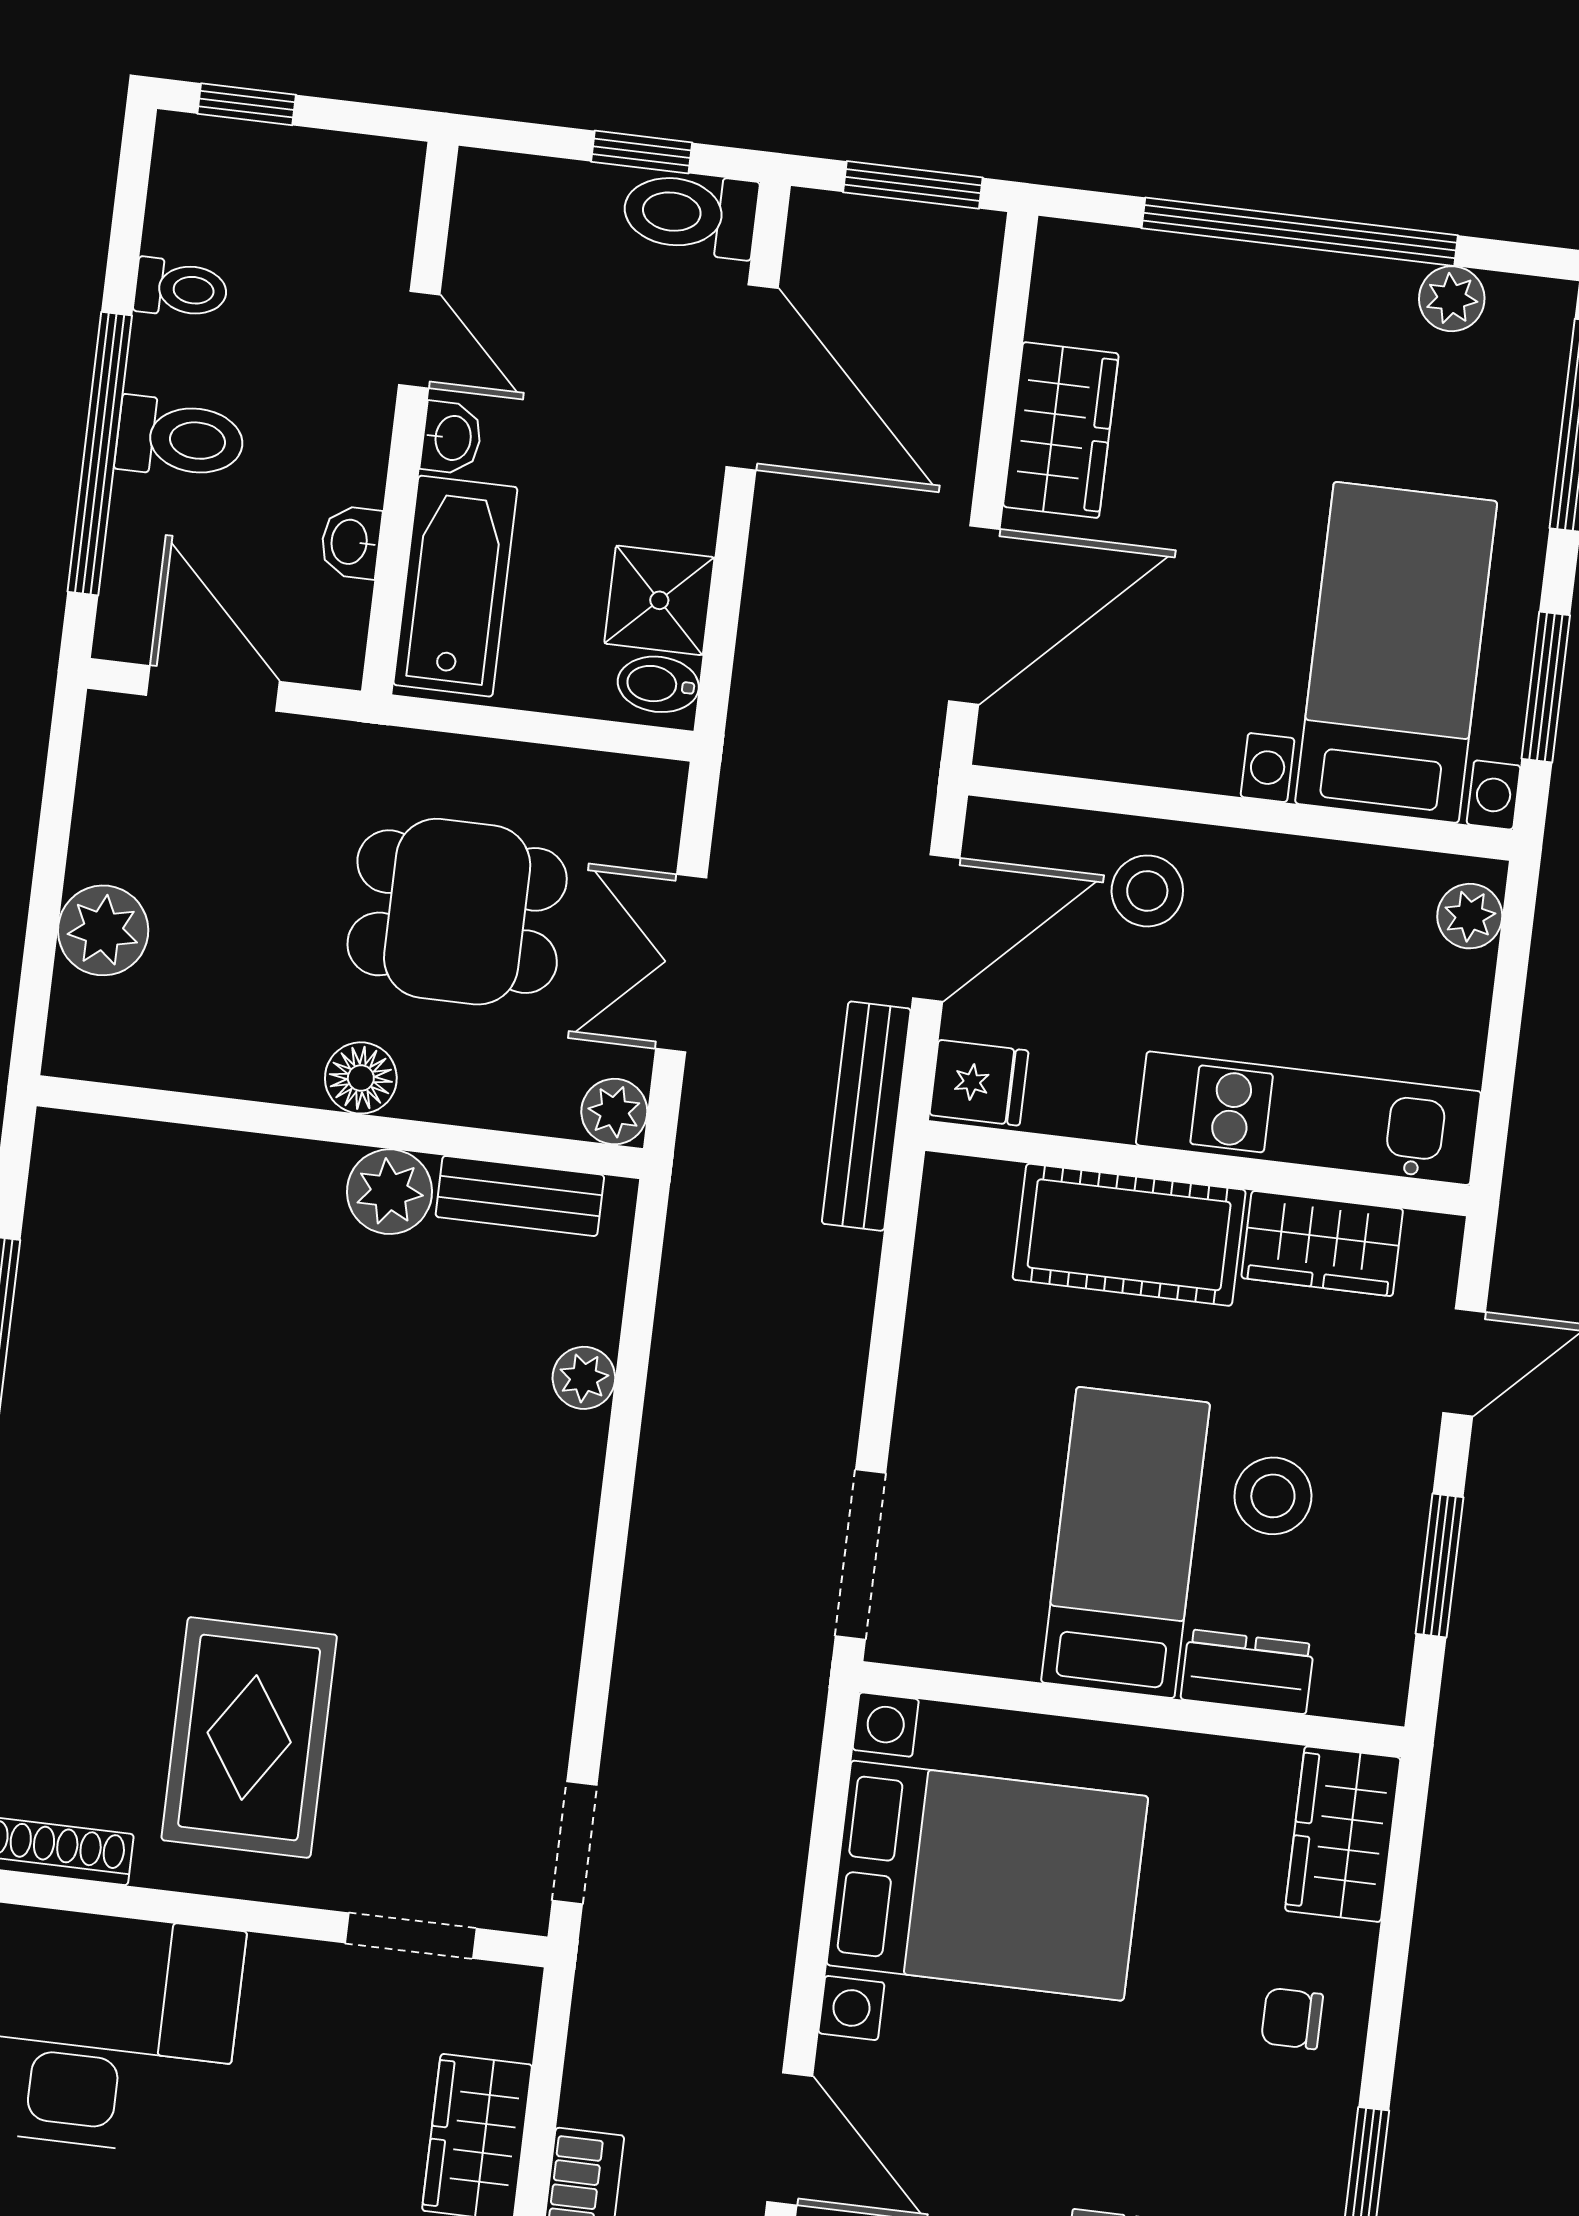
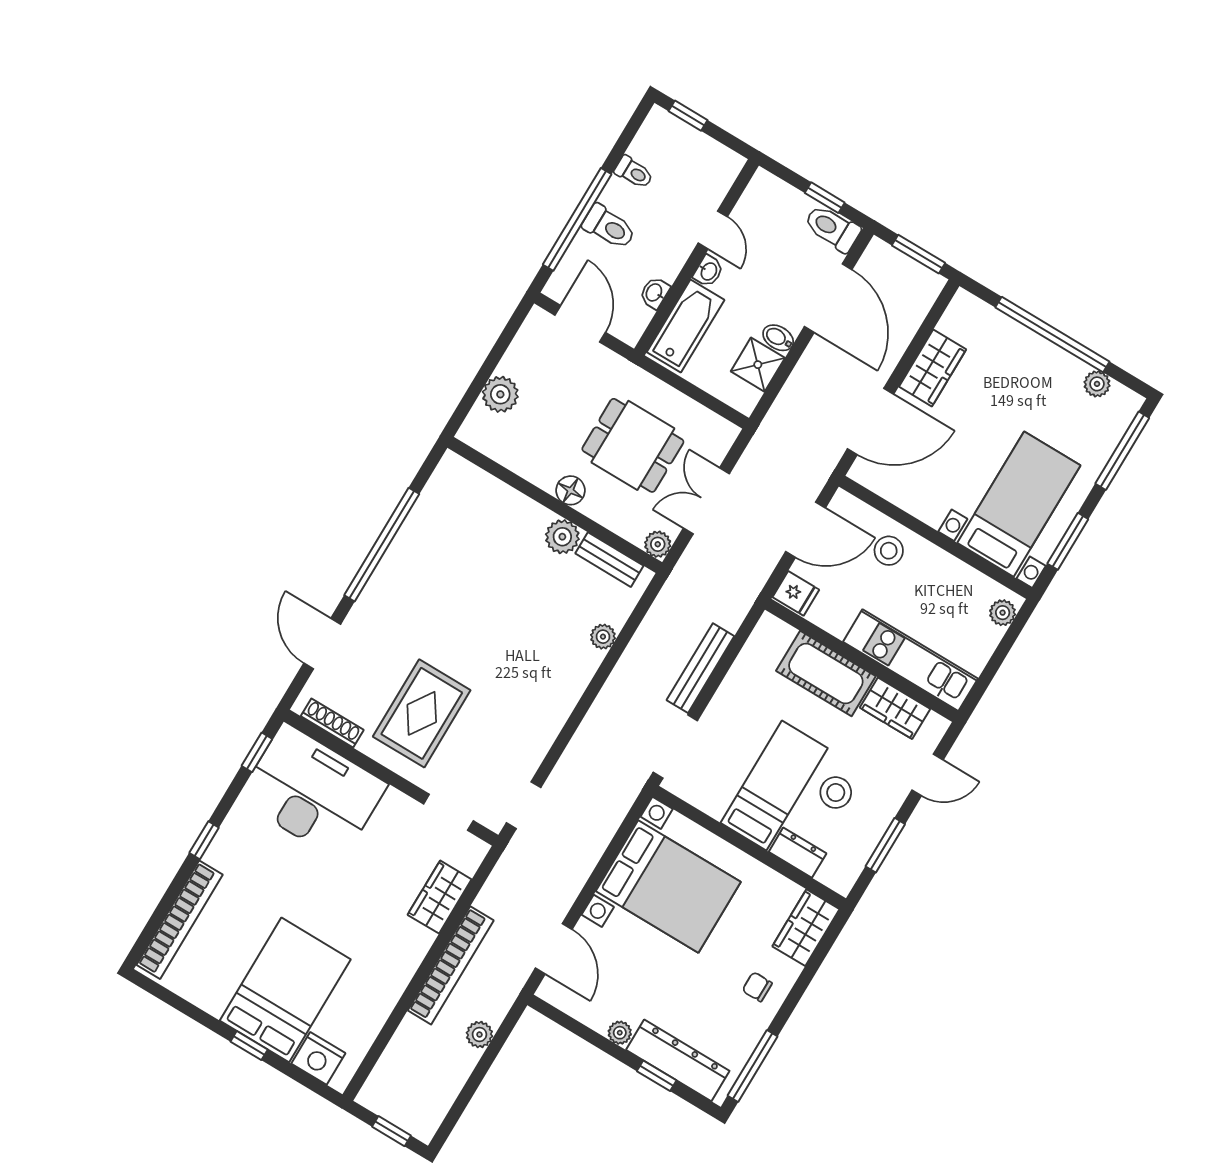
bidet: (658, 684) -> (778, 338), moved
bench: (866, 1116) -> (700, 668), moved

